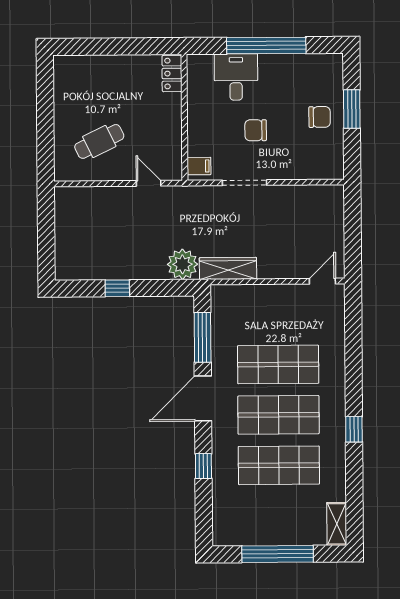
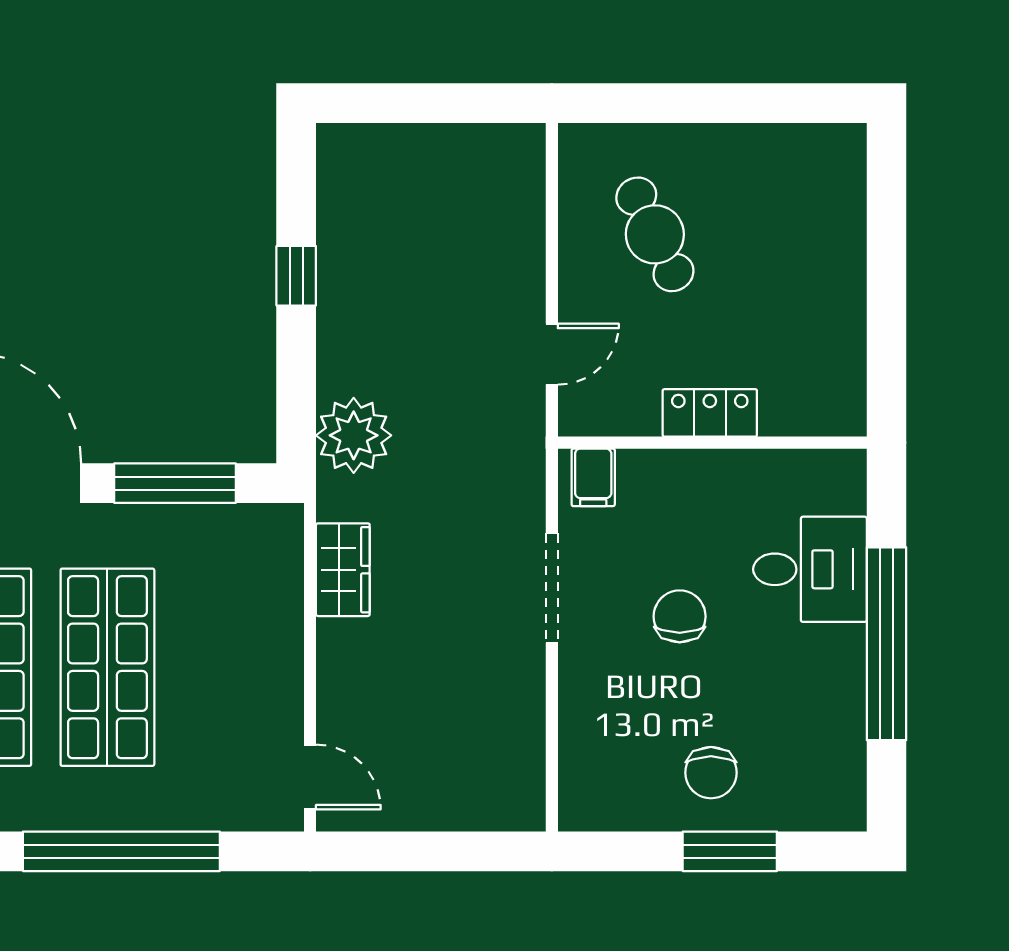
locker: (172, 74) -> (710, 413), moved
wardrobe: (228, 268) -> (343, 570), width x0.67
window: (353, 358) -> (121, 851), added

